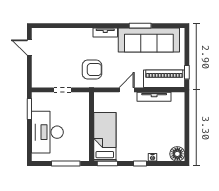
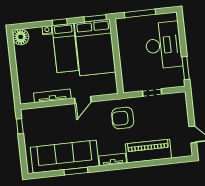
piano: (164, 79) -> (148, 151), moved, turned 180
bed: (105, 137) -> (95, 48), width x1.50
bed: (138, 139) -> (65, 48), added

